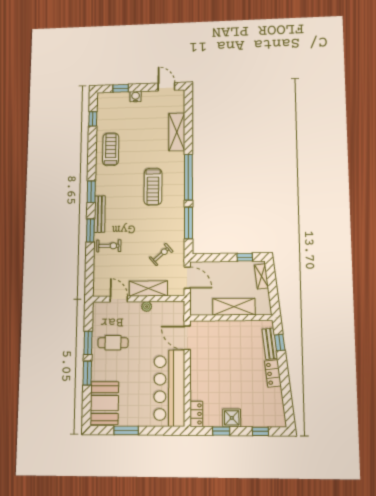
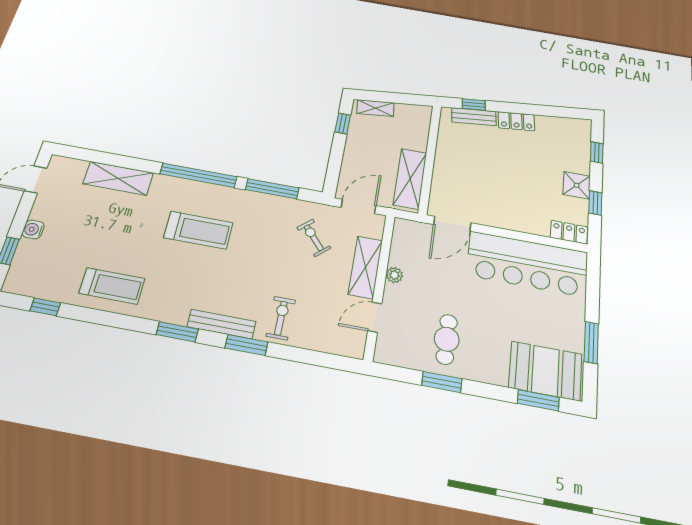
treadmill: (111, 149) -> (112, 286), turned 180
shelving: (234, 307) -> (410, 179), moved
window: (87, 373) -> (538, 400), moved

